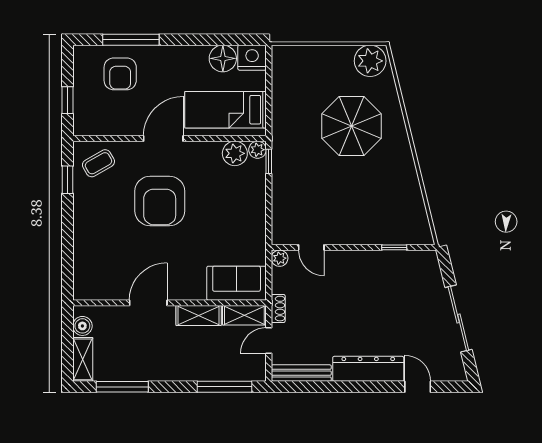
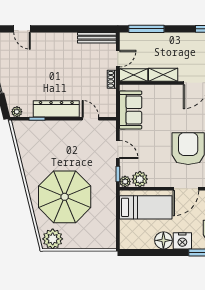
floor lamp: (223, 58) -> (163, 240), moved
nightstand: (252, 58) -> (182, 241), moved
parasol: (351, 126) -> (65, 197), width x1.36, depth x1.36
door: (269, 200) -> (118, 149), added
plant: (280, 258) -> (17, 112), moved
sofa: (237, 283) -> (131, 110), moved, turned -90
dresser: (368, 369) -> (56, 109), moved, turned 180

